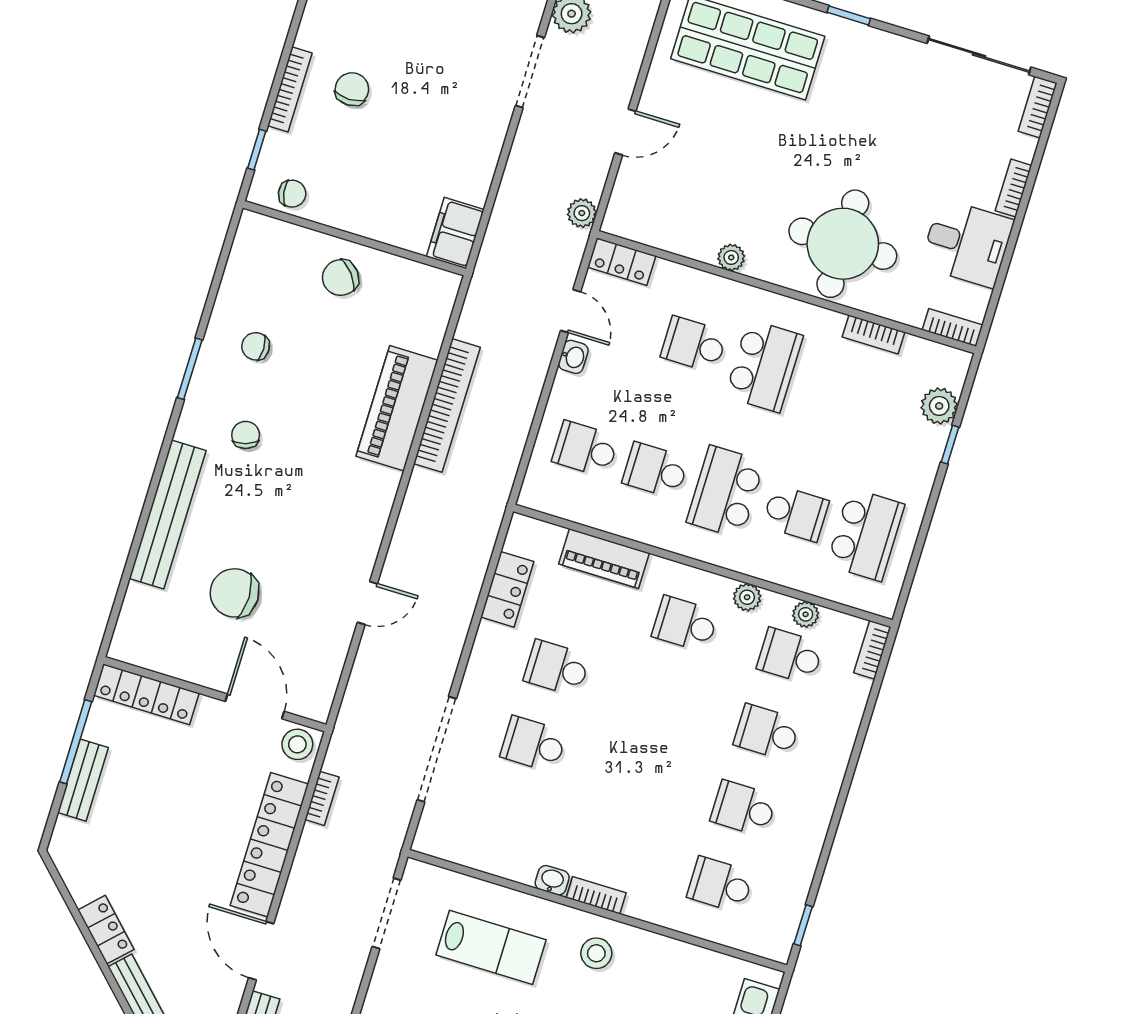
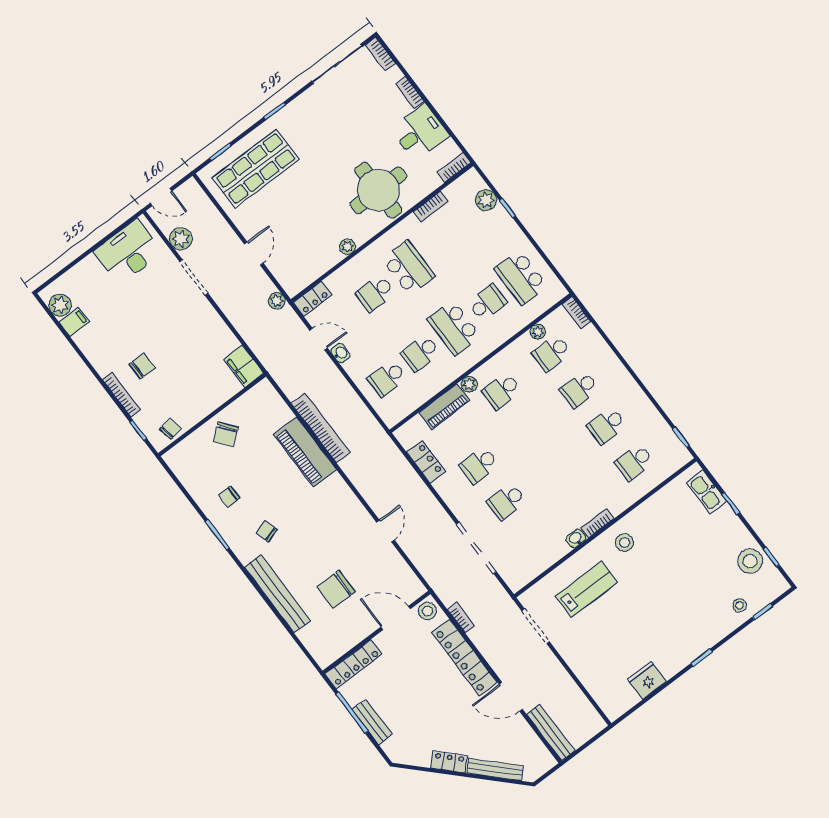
chair: (352, 89) -> (142, 366), turned 90
school desk: (866, 535) -> (521, 277), turned 180
plant: (747, 597) -> (469, 384), moved

